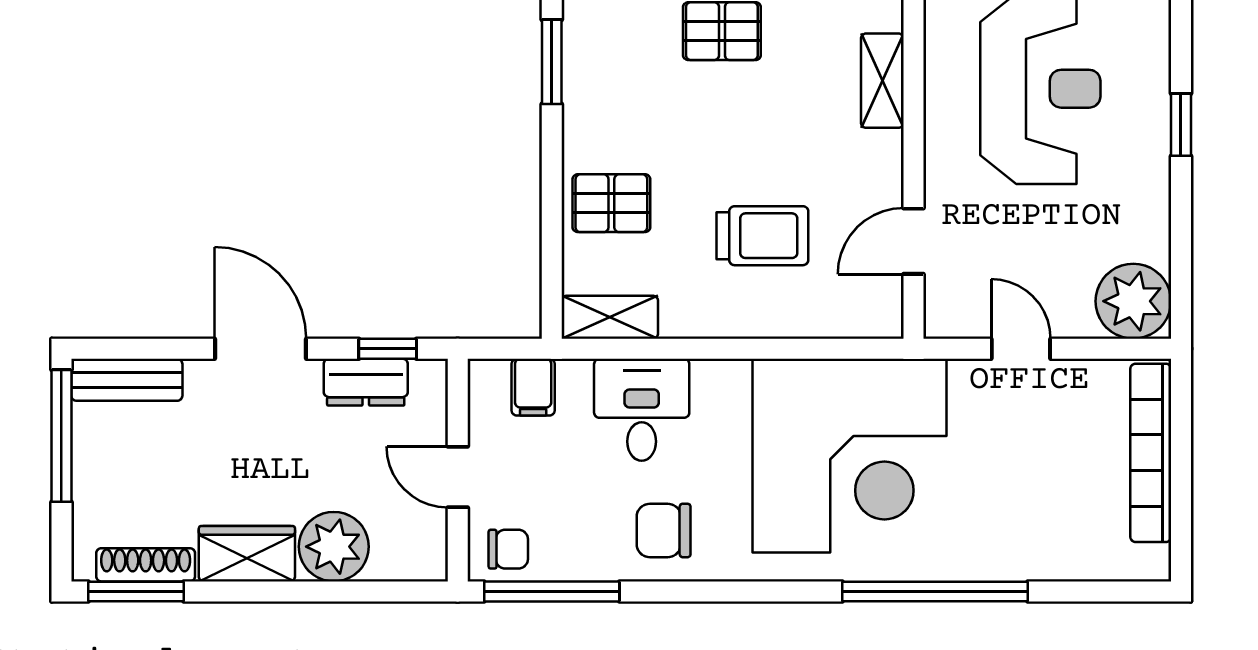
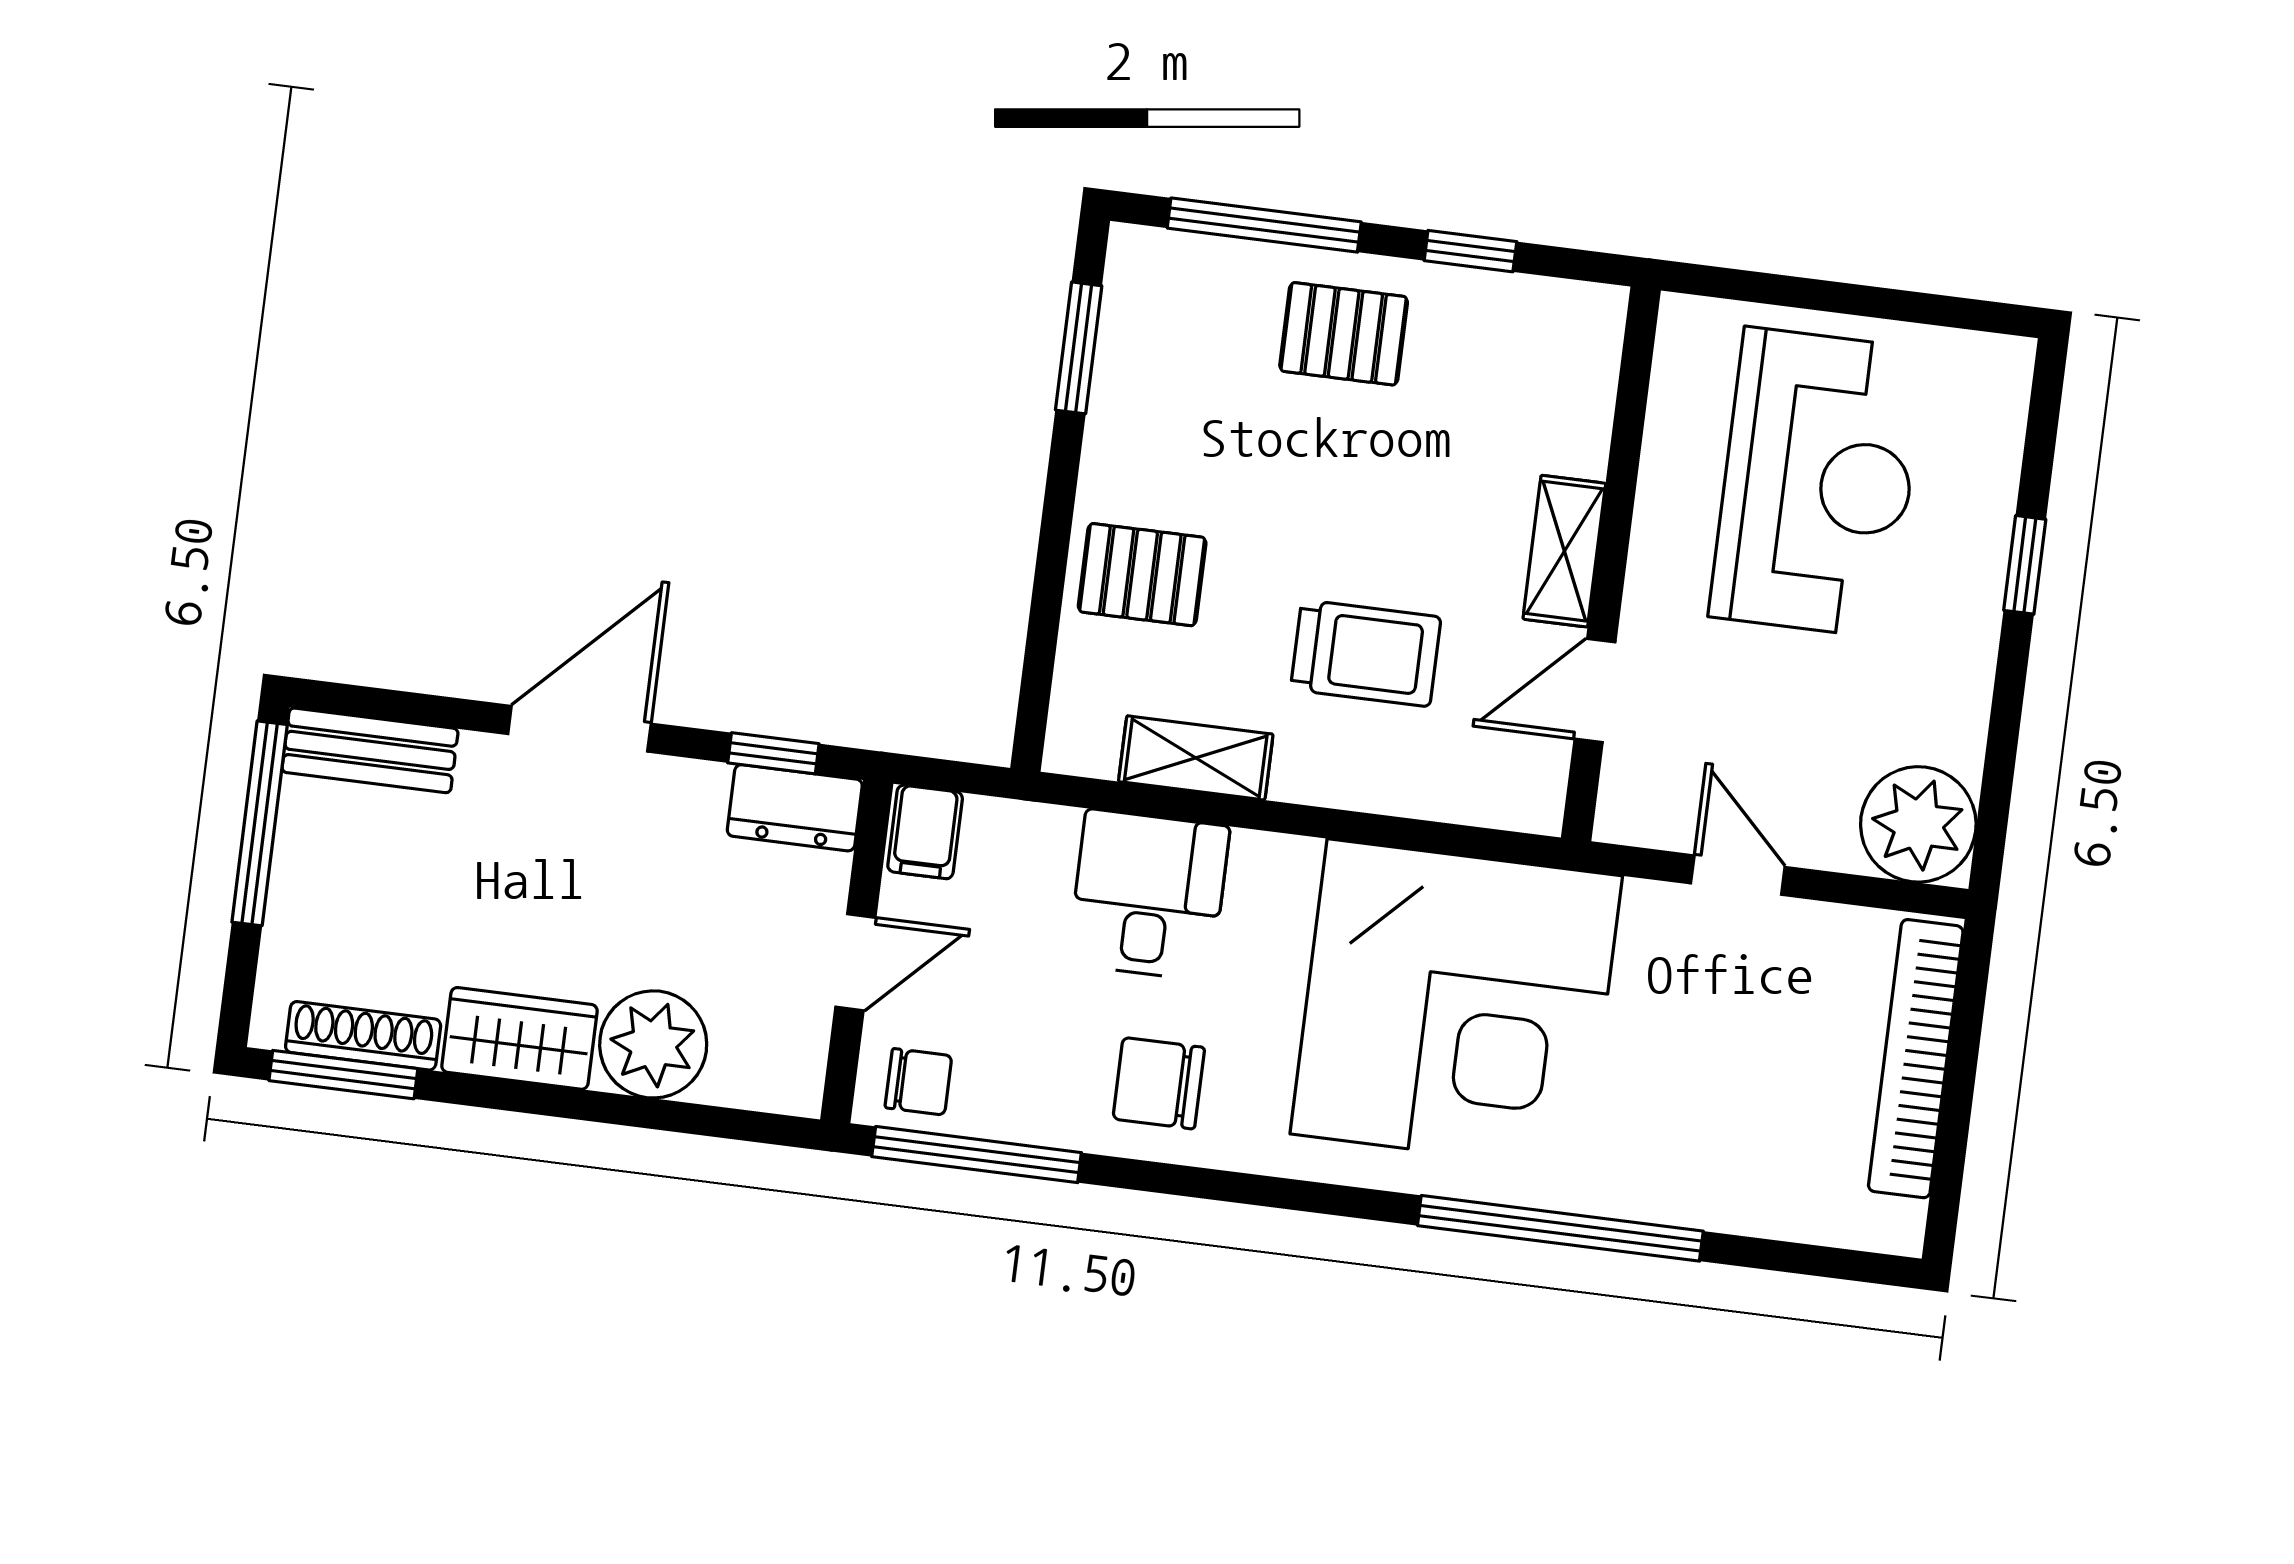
shelving: (882, 81) -> (1564, 551), moved
shelving: (610, 317) -> (1196, 758), moved
door: (260, 349) -> (579, 729), hinge flipped
dresser: (366, 382) -> (795, 808), moved
filing cabinet: (533, 387) -> (925, 832), moved
door: (458, 477) -> (855, 962), swing flipped

